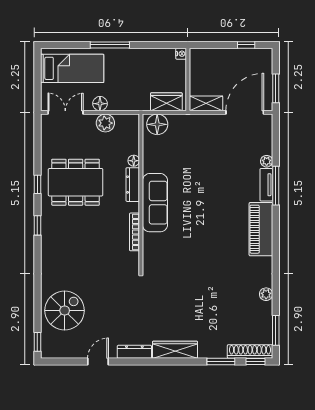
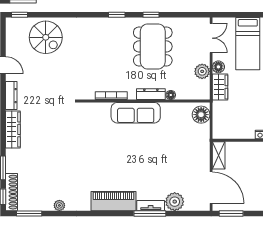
wardrobe: (166, 102) -> (220, 87), moved
plant: (267, 161) -> (175, 202), width x1.88, depth x1.88

